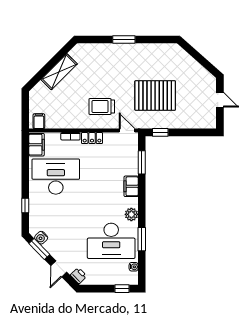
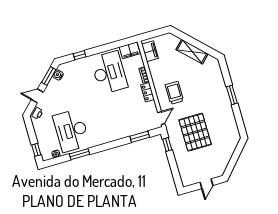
filing cabinet: (39, 121) -> (150, 51), width x2.00
filing cabinet: (131, 186) -> (119, 134), removed
plant: (131, 214) -> (97, 140), removed

